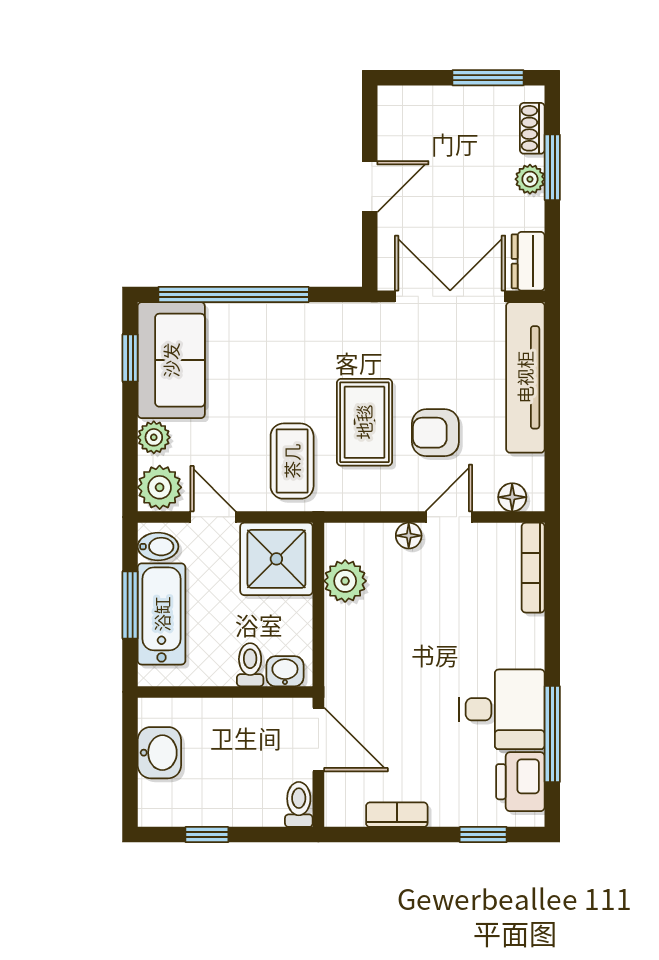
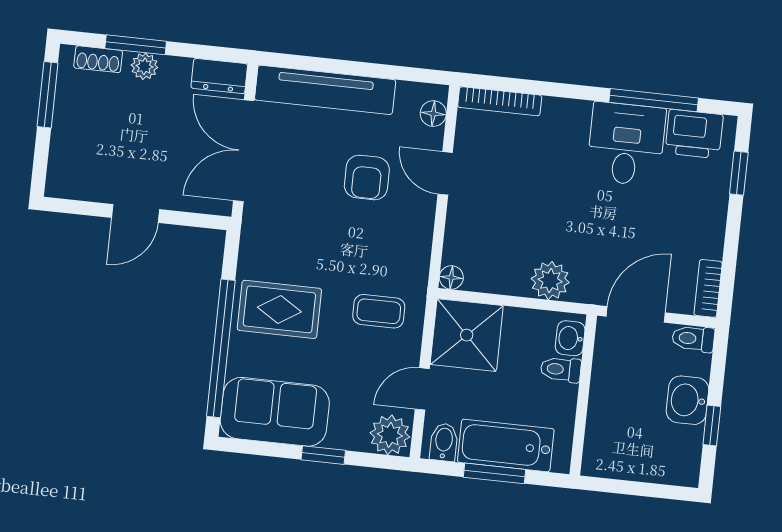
door: (370, 187) -> (136, 213), swing flipped
window: (130, 358) -> (323, 455), moved
rug: (364, 422) -> (279, 309), moved
plant: (154, 437) -> (344, 435), removed
coffee table: (292, 461) -> (379, 311), width x0.73, depth x0.77
floor lamp: (409, 536) -> (451, 277), moved
plant: (345, 581) -> (550, 281), moved
washbasin: (159, 753) -> (687, 400), moved, turned -90
bookcase: (397, 815) -> (708, 288), moved

